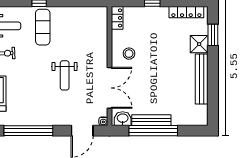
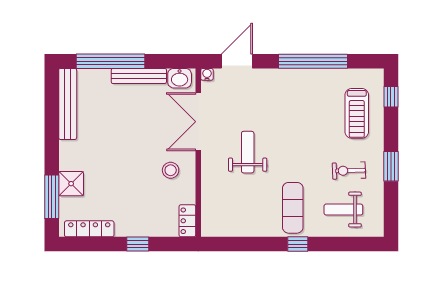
window: (213, 35) -> (52, 197), width x1.44
weight bench: (65, 75) -> (248, 152), moved
bench: (202, 79) -> (68, 104), moved
window: (153, 131) -> (111, 61), moved

